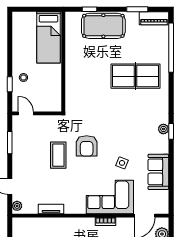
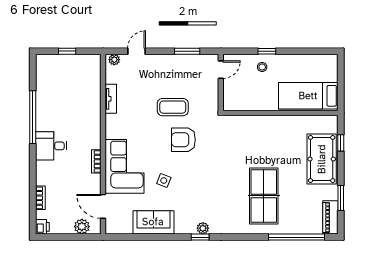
window: (10, 84) -> (267, 51), moved

